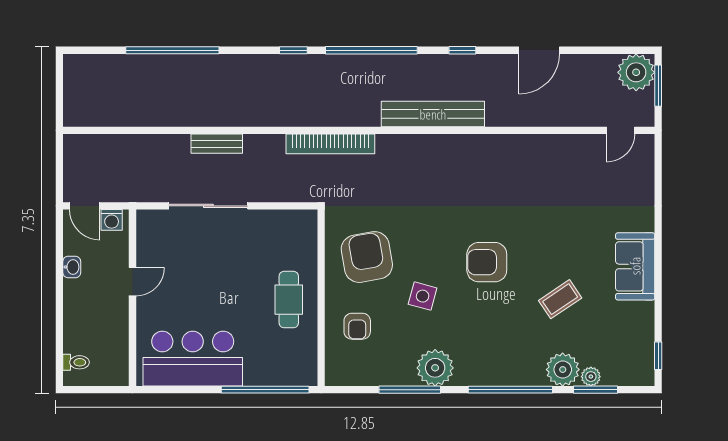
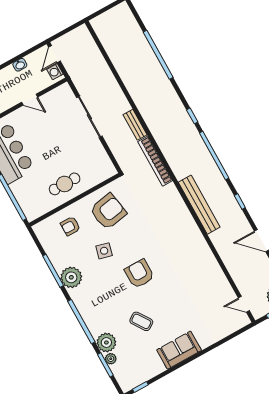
bench: (217, 144) -> (135, 125), moved

